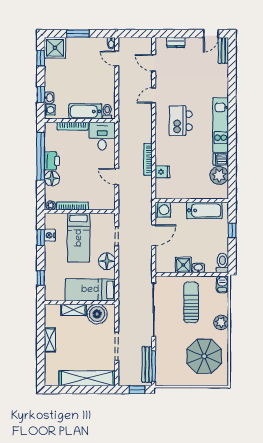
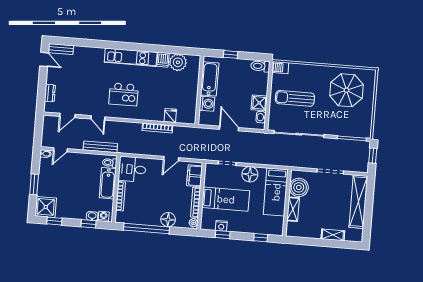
printer: (52, 161) -> (152, 218), removed
filing cabinet: (101, 203) -> (195, 176), added
washing machine: (163, 210) -> (207, 104), moved, turned 90
washbasin: (198, 268) -> (261, 117), moved
plant: (221, 322) -> (316, 72), removed
shelving: (50, 340) -> (333, 235), moved
bench: (147, 365) -> (100, 147), moved

